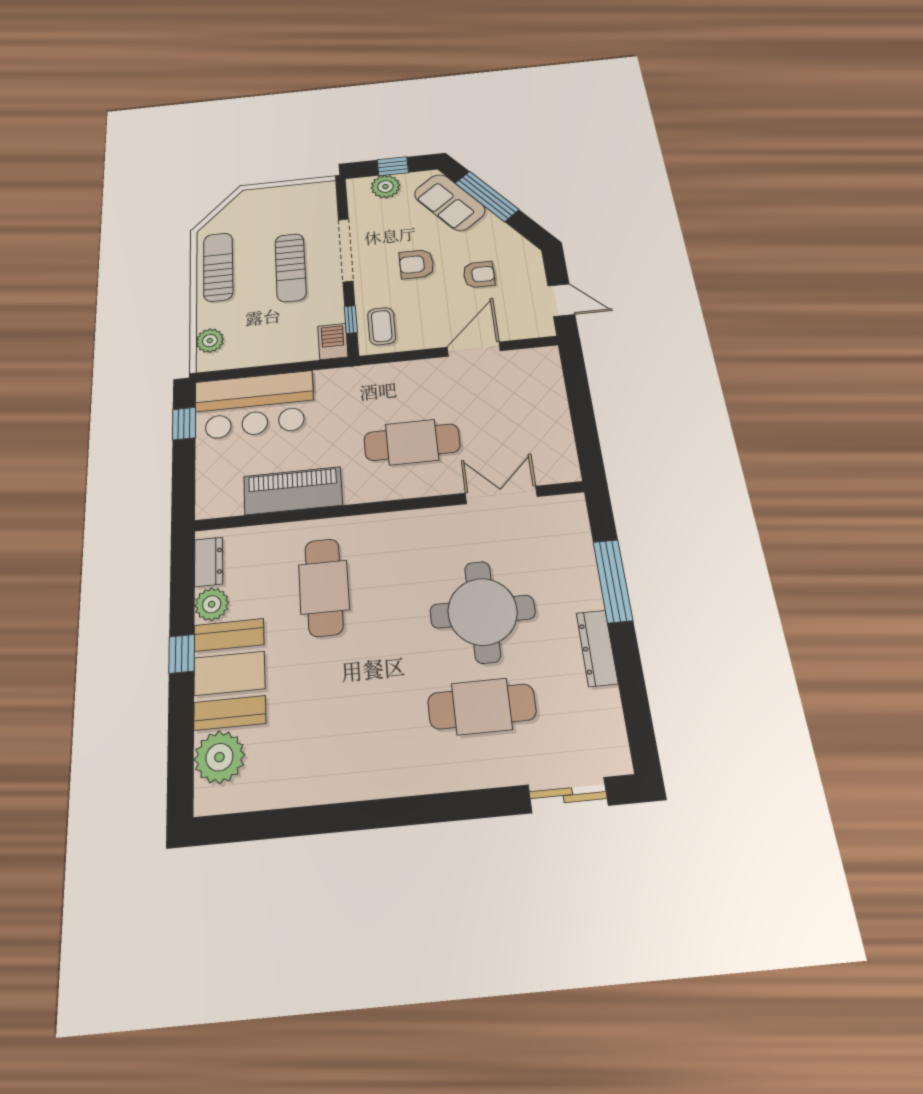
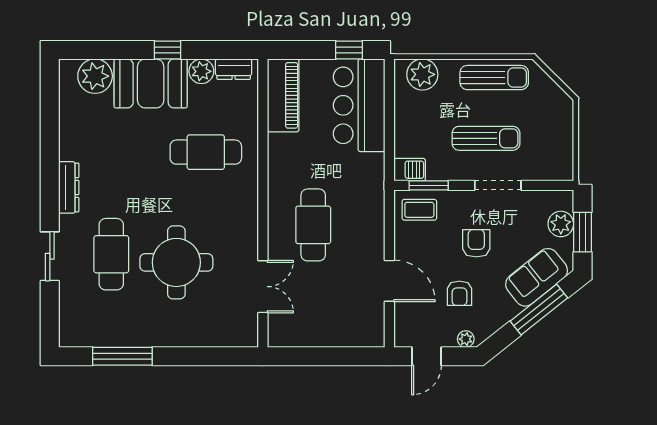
window: (393, 166) -> (582, 232), width x1.50
doorway: (346, 250) -> (498, 185), width x0.73
plant: (533, 263) -> (466, 339), added
sun lounger: (290, 267) -> (486, 138), turned 180
window: (351, 320) -> (429, 185), width x1.50
plant: (210, 341) -> (422, 74), width x1.36, depth x1.36
piano: (293, 491) -> (283, 95), moved
window: (613, 581) -> (122, 356), moved
dresser: (597, 648) -> (69, 187), moved, turned 90
sliding door: (568, 795) -> (50, 256), moved

